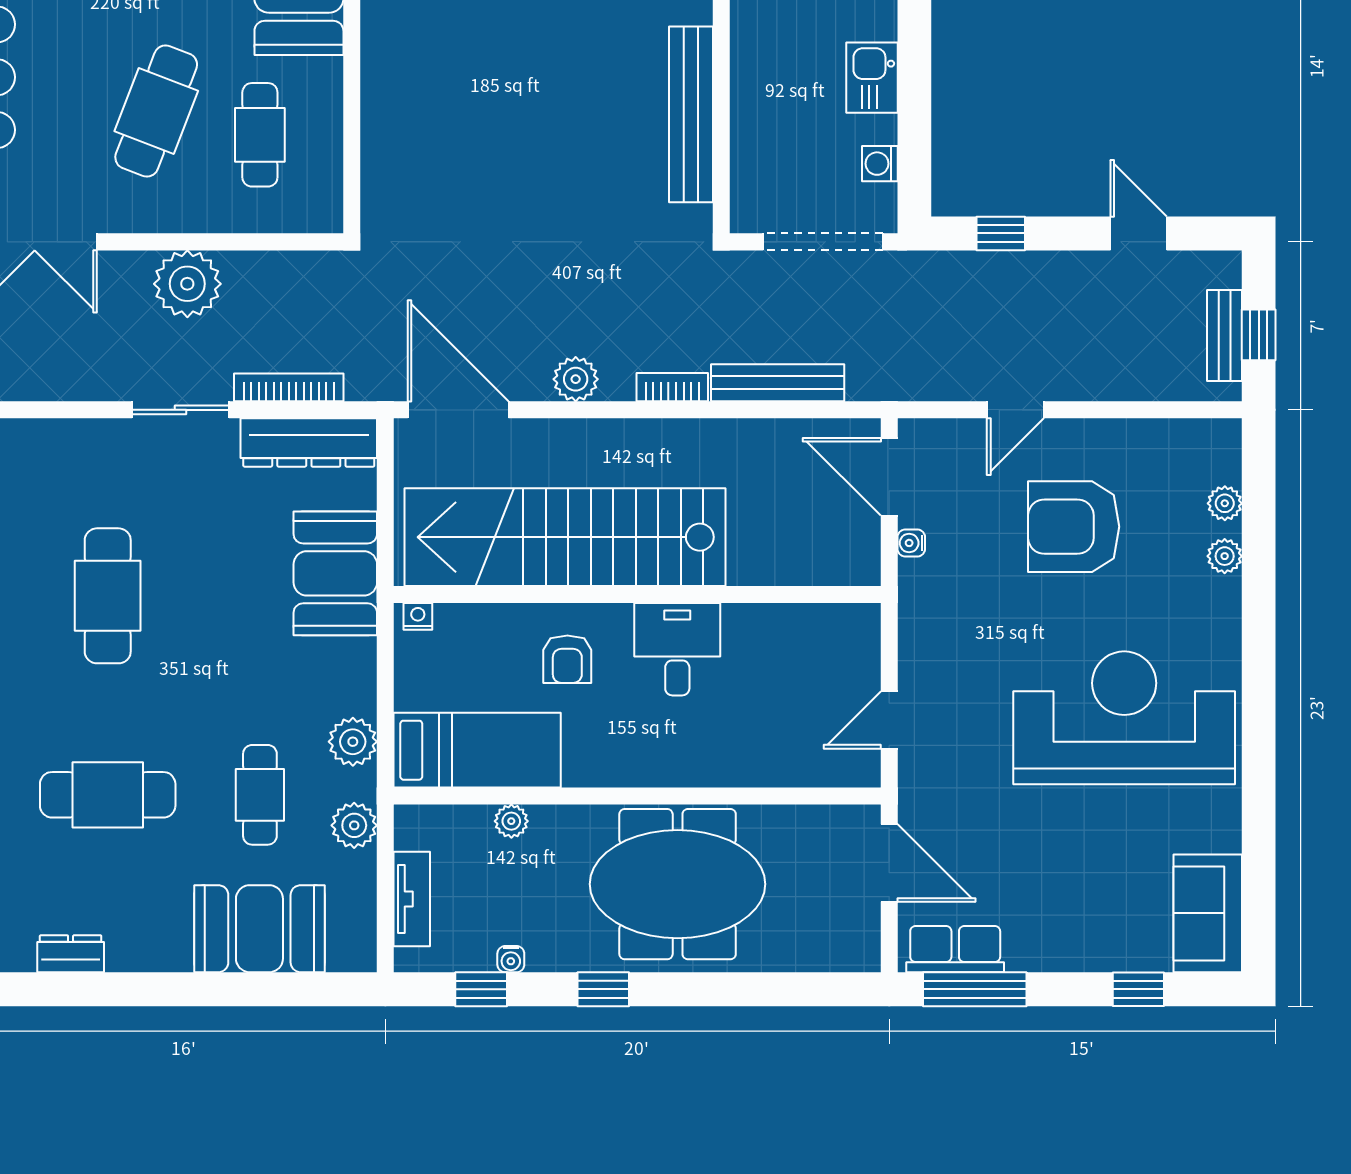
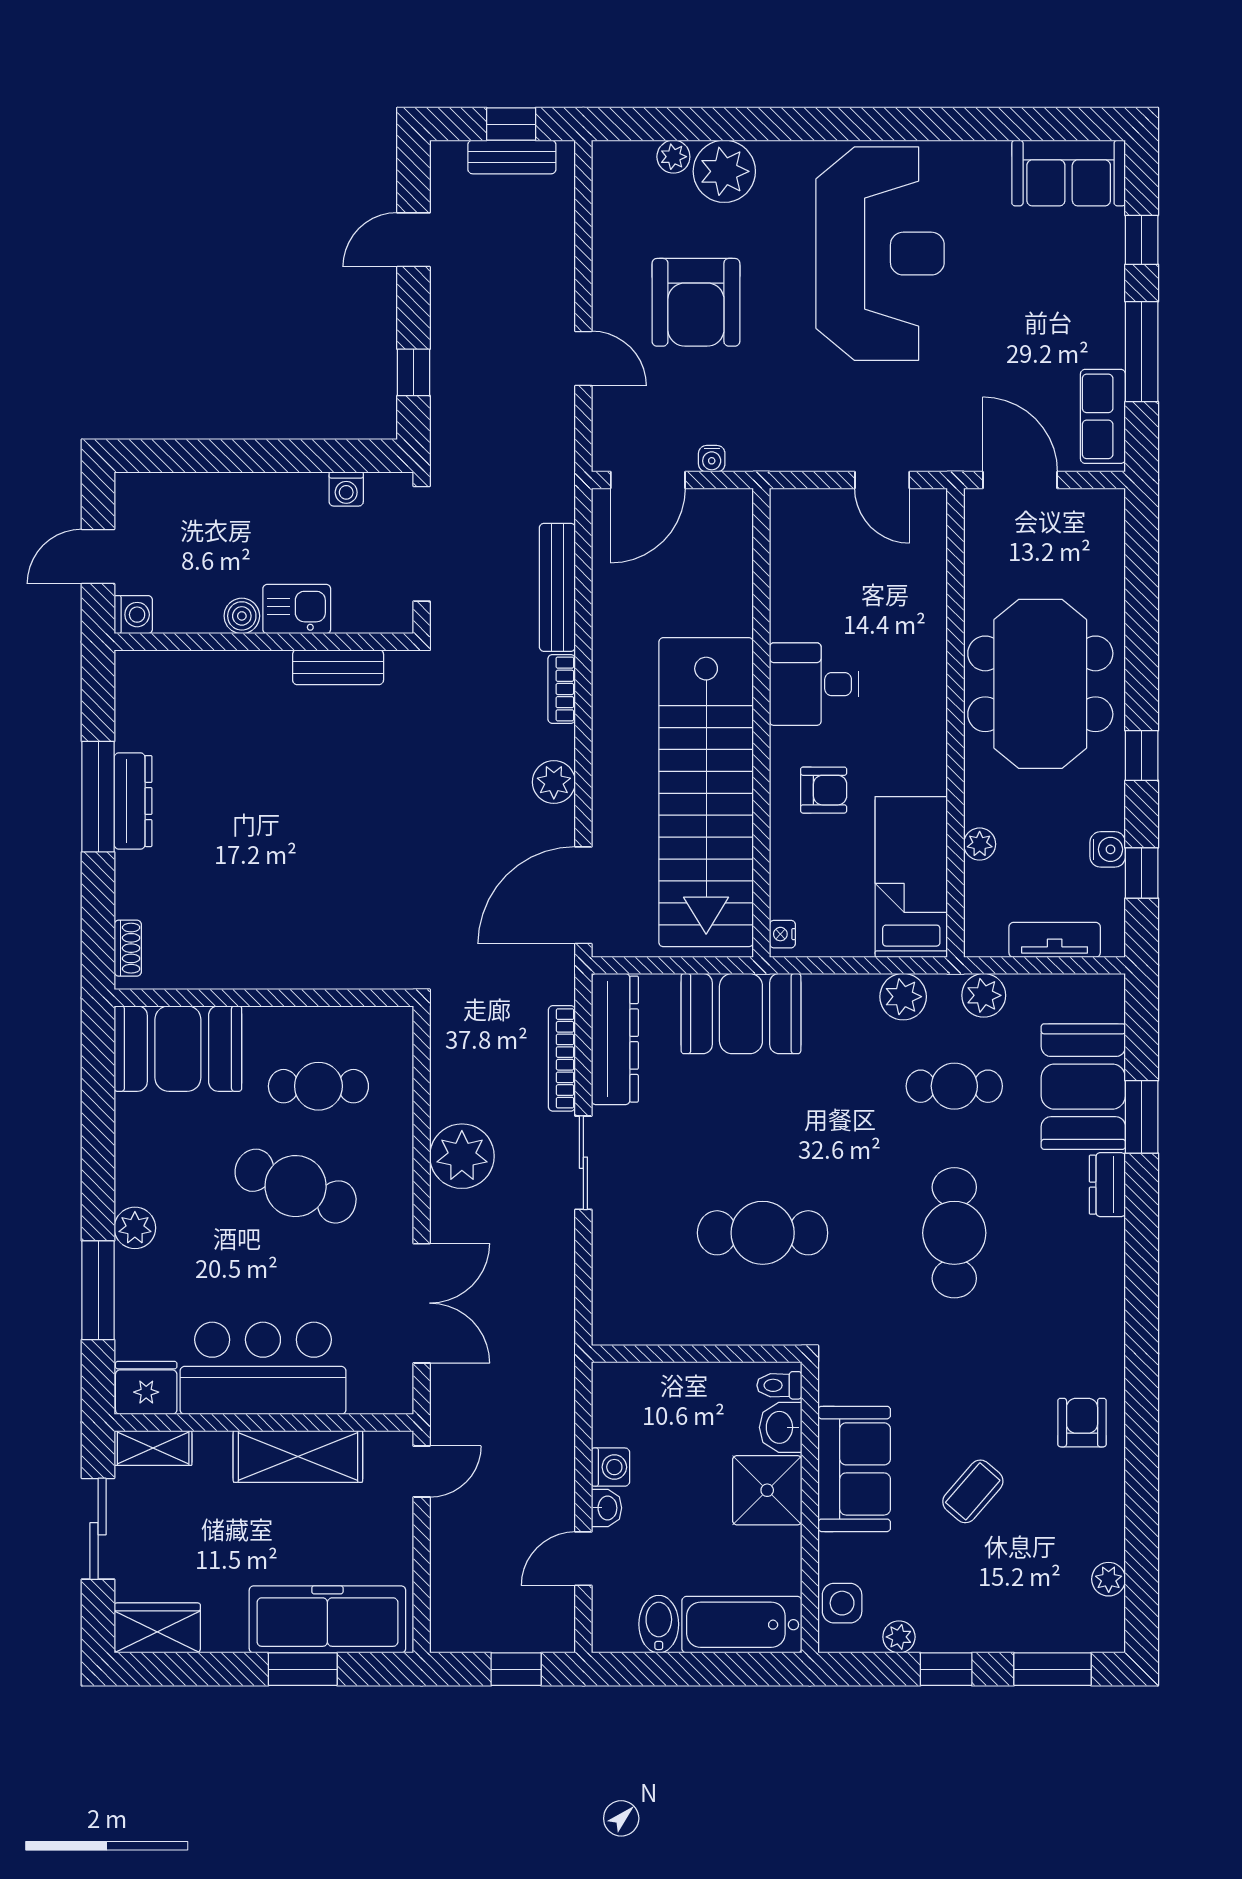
boiler: (748, 55) -> (242, 616), added
kitchen sink: (872, 78) -> (297, 609), moved, turned 180
bench: (691, 114) -> (338, 667), width x0.54, depth x0.82
plant: (1225, 556) -> (724, 171), width x1.88, depth x1.88
reception desk: (1124, 718) -> (880, 254), turned 180
door: (889, 863) -> (1020, 480), hinge flipped
dresser: (71, 954) -> (1107, 1185), moved
water cooler: (511, 959) -> (1108, 849), width x1.38, depth x1.38
window: (228, 989) -> (1142, 1117), added
window: (975, 989) -> (1142, 352), moved

